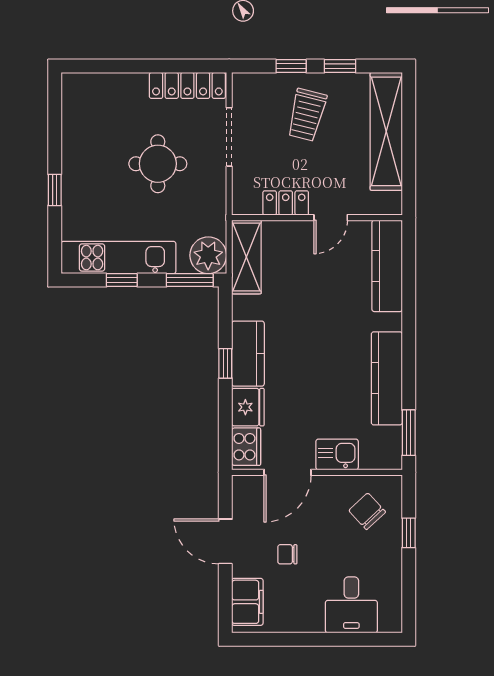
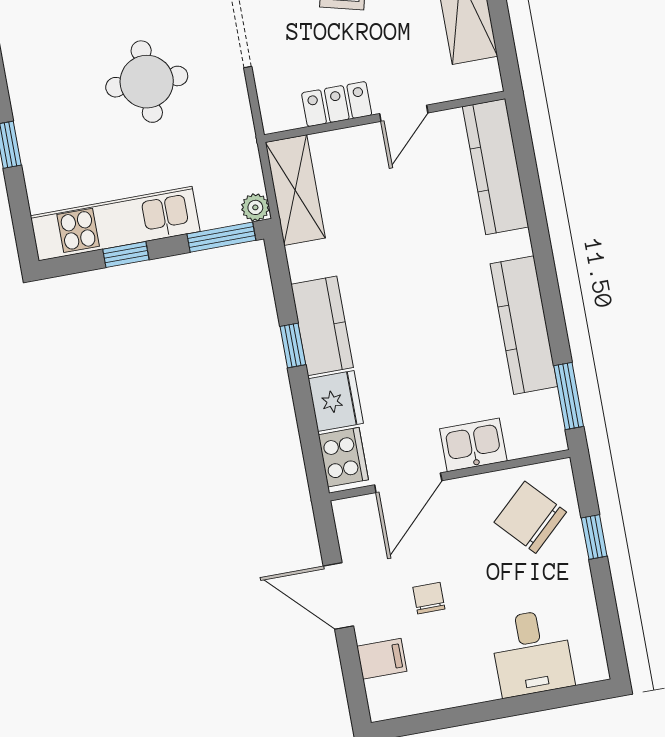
plant: (208, 255) -> (255, 207), width x0.53, depth x0.53
chair: (367, 511) -> (530, 517), width x1.37, depth x1.37
chair: (287, 554) -> (429, 598), turned 90
filing cabinet: (247, 602) -> (382, 659), width x0.50

